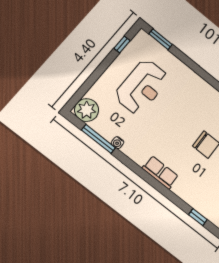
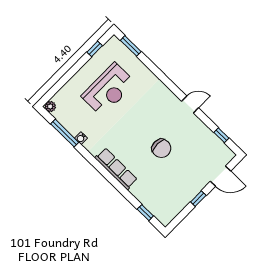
plant: (87, 110) -> (50, 106), width x0.53, depth x0.53
row of seats: (160, 172) -> (116, 169), width x1.48

